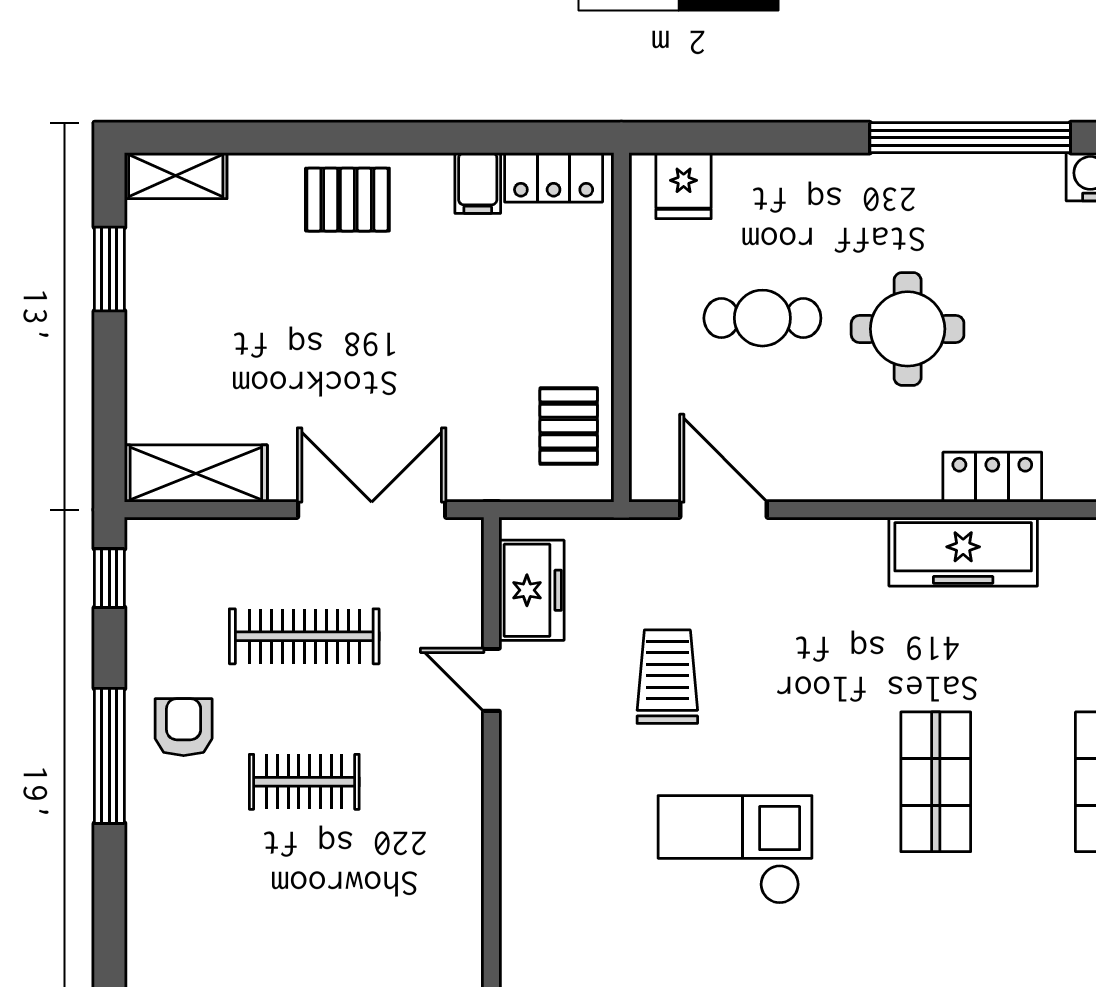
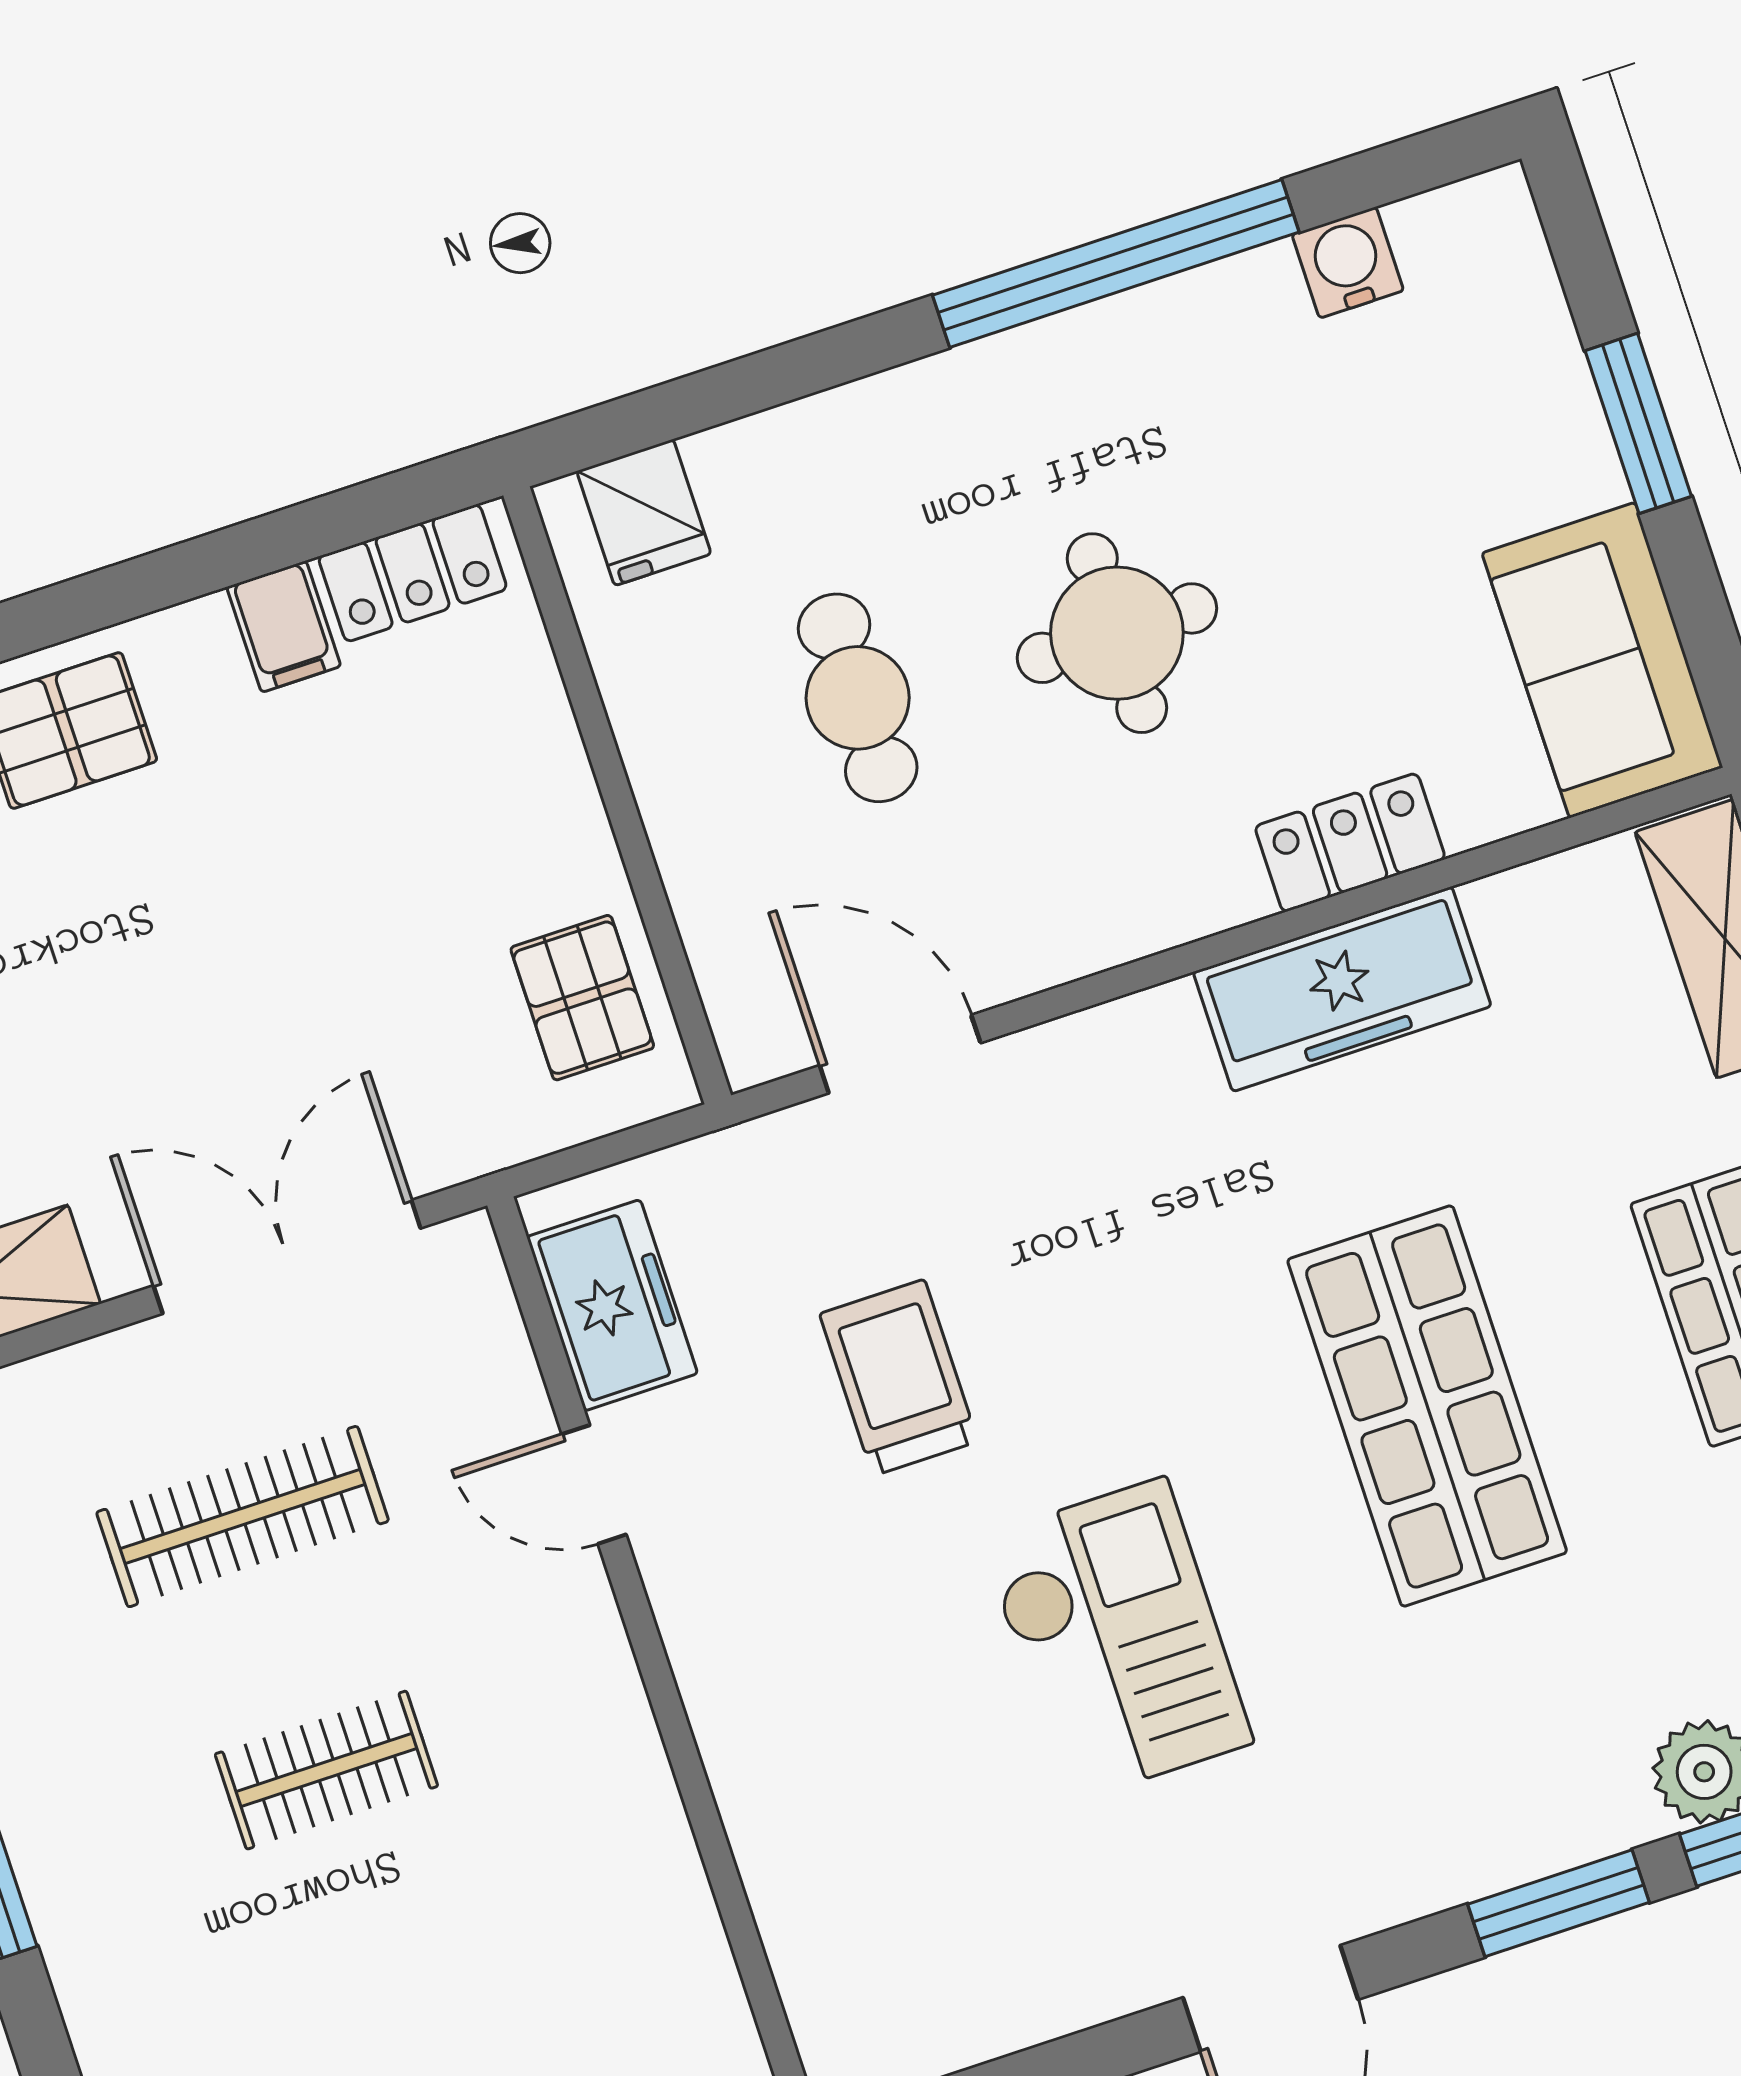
cafe table: (762, 318) -> (858, 698), turned 90
armchair: (184, 727) -> (85, 1744), removed
shop shelf: (936, 782) -> (1427, 1406), width x1.43, depth x1.36
checkout: (735, 850) -> (1116, 1640), turned 90

